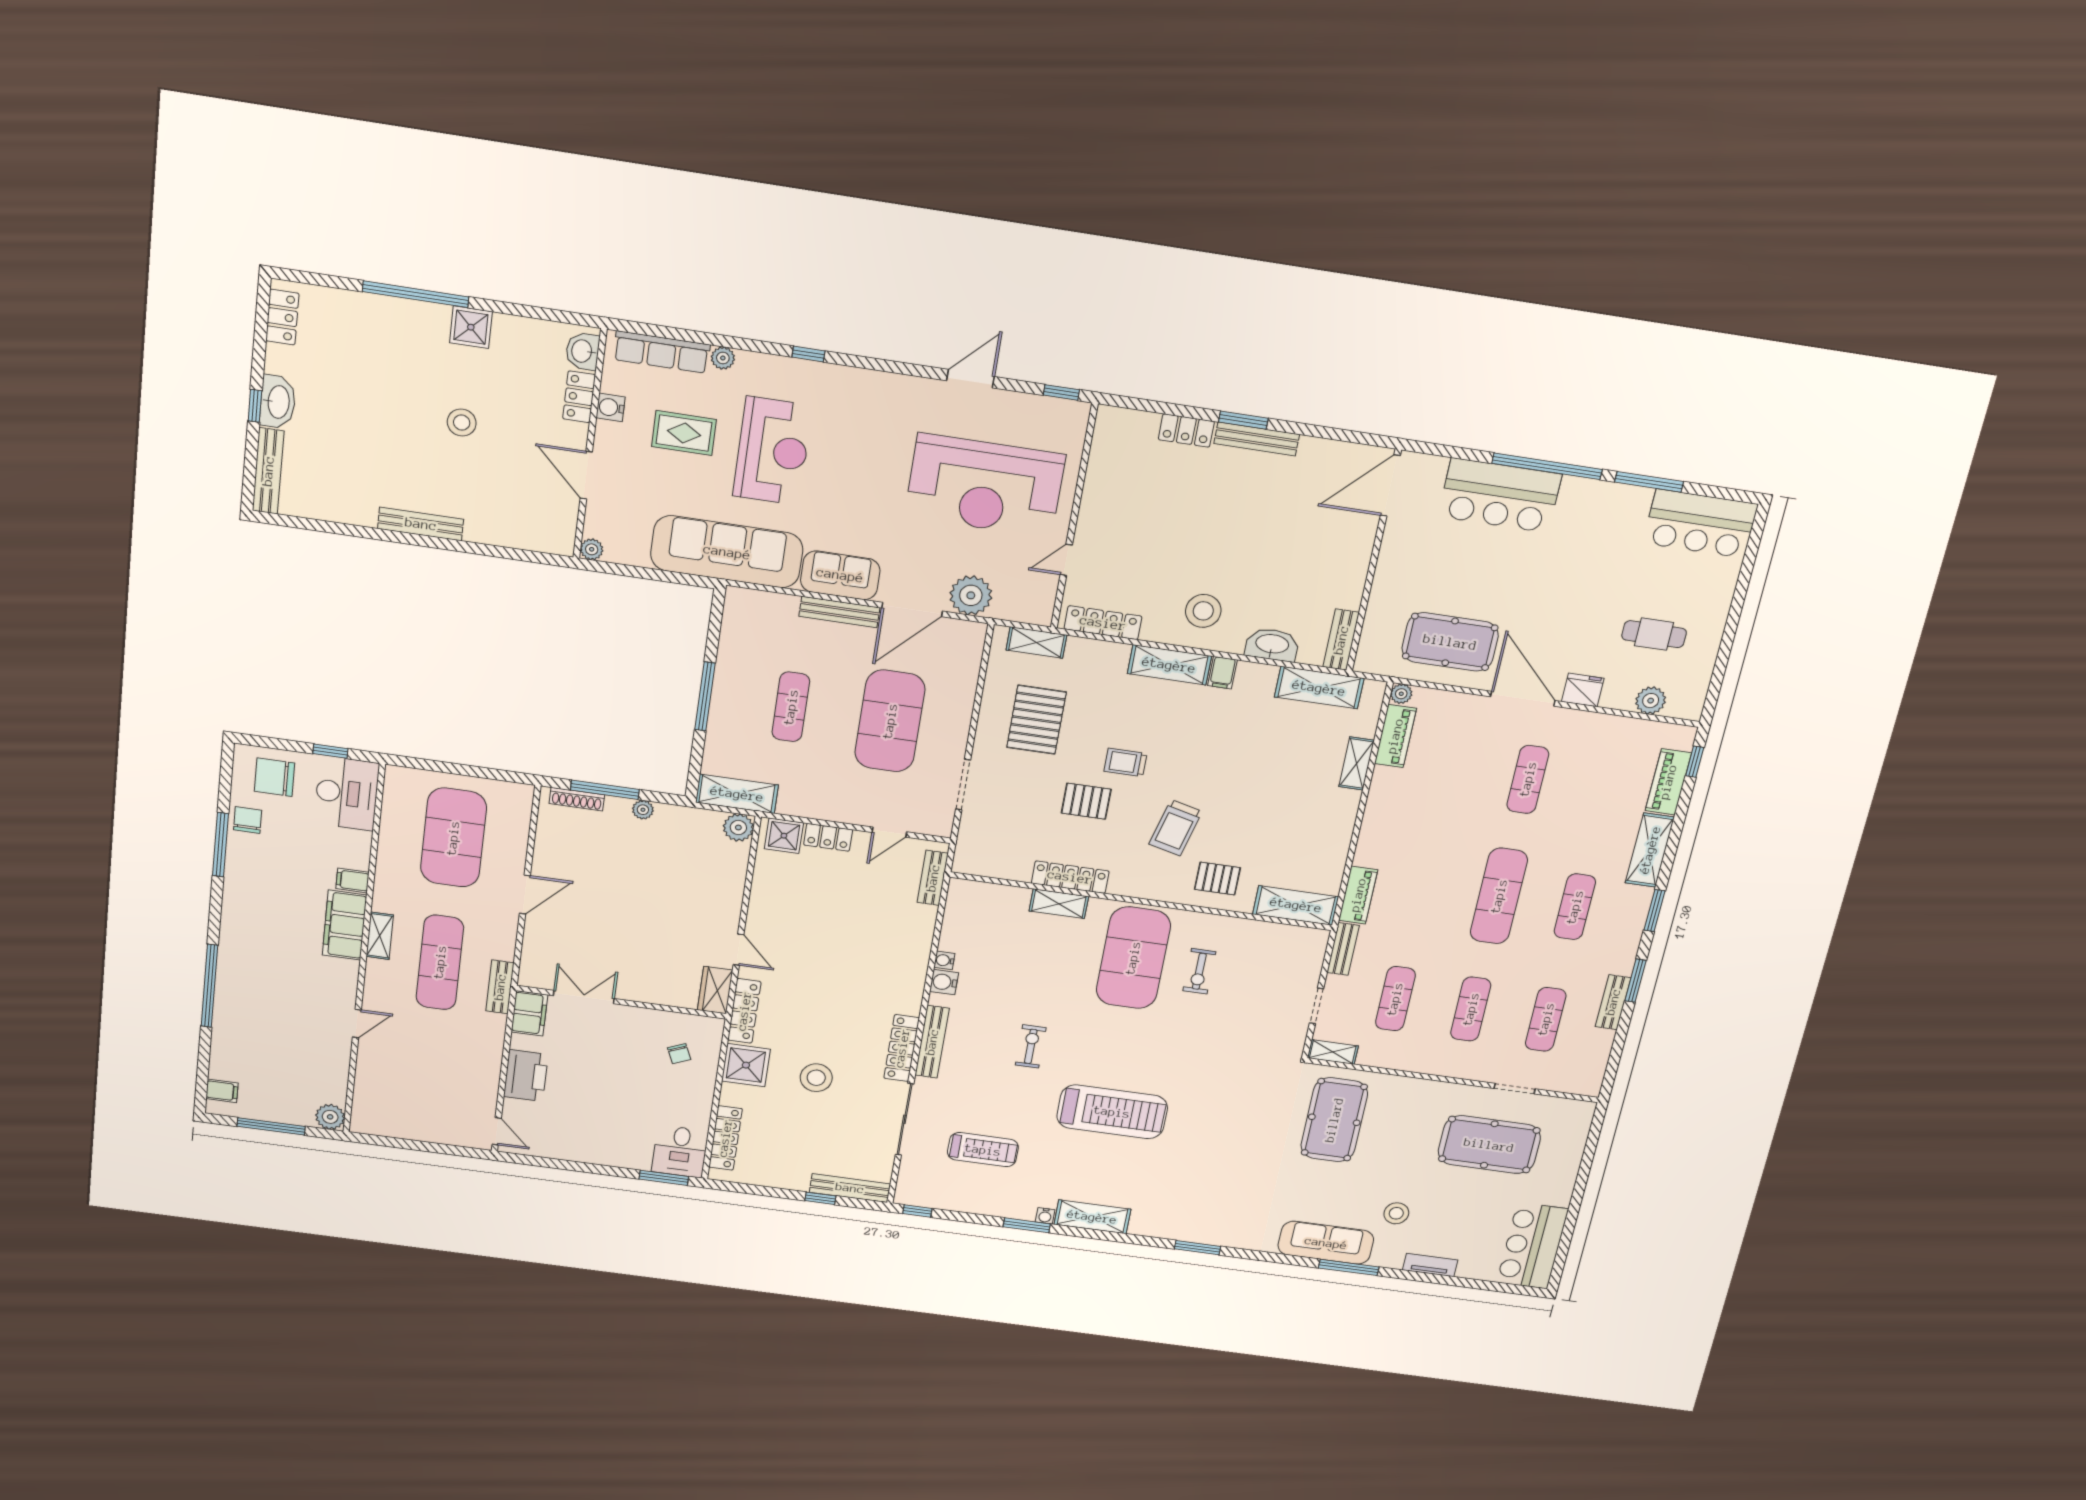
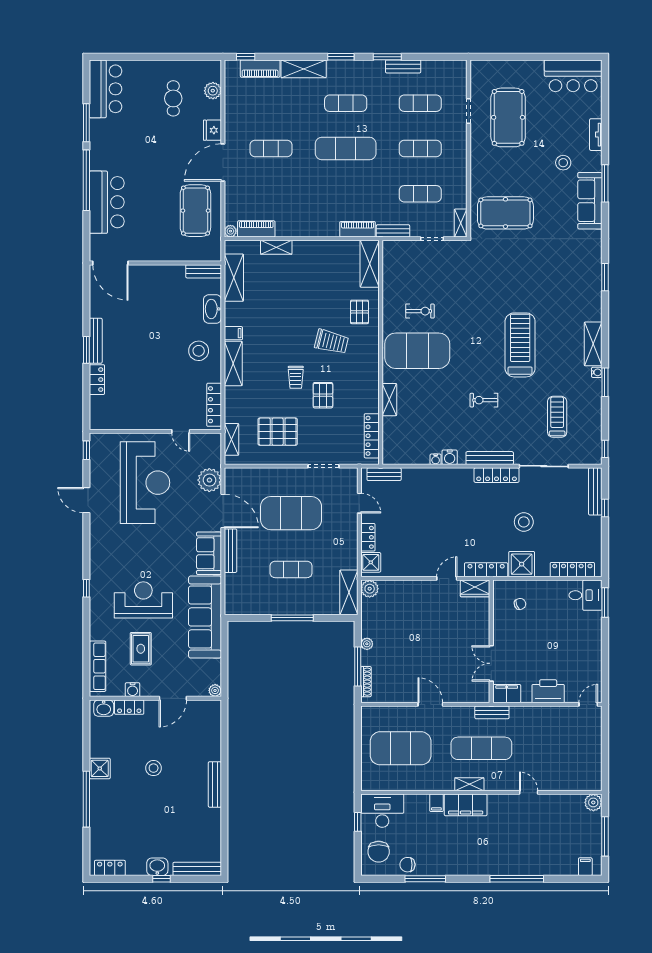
plant: (723, 358) -> (96, 633), removed
washbasin: (278, 402) -> (157, 867), width x0.72
locker: (1070, 877) -> (372, 436), moved

